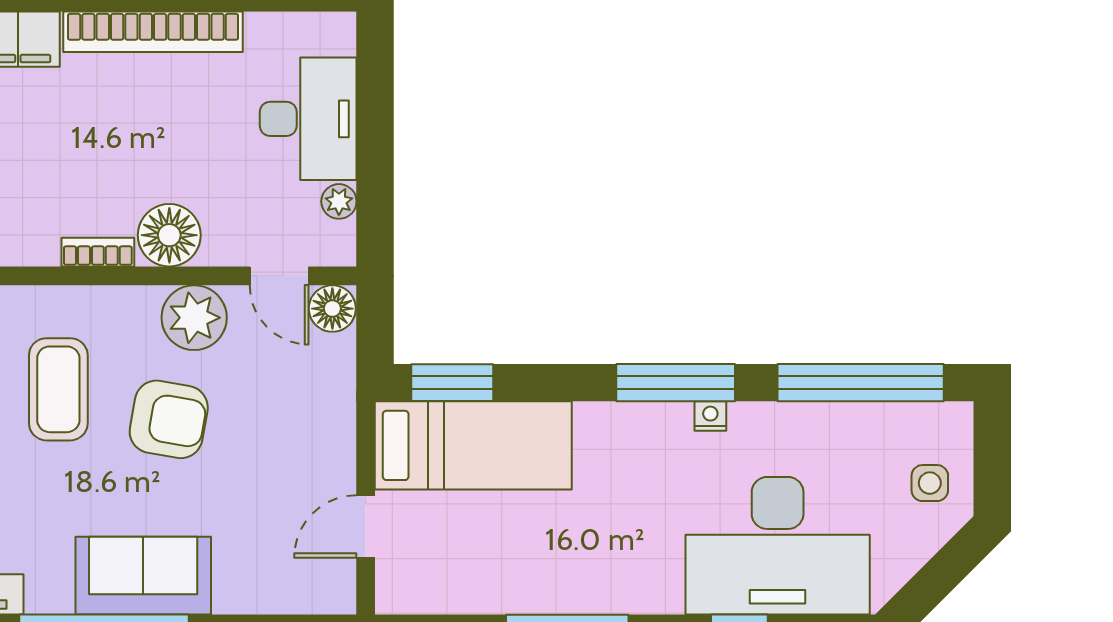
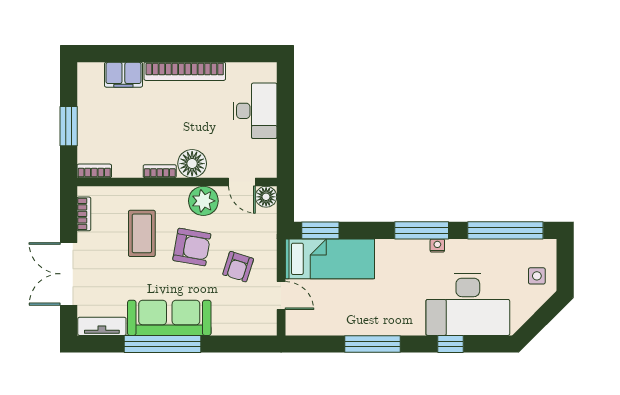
plant: (339, 201) -> (269, 148), removed
armchair: (271, 463) -> (238, 267), added
door: (366, 526) -> (281, 296), swing flipped
sofa: (143, 576) -> (169, 318), width x1.36

